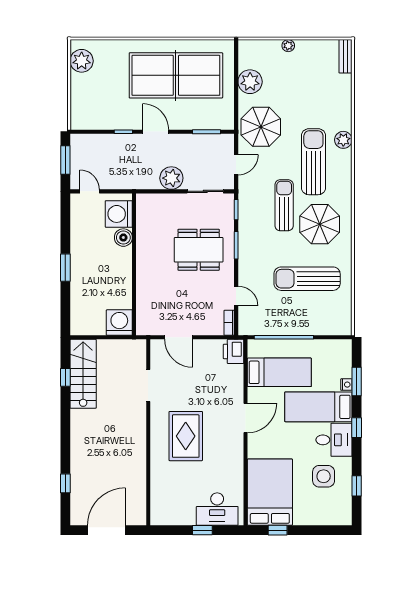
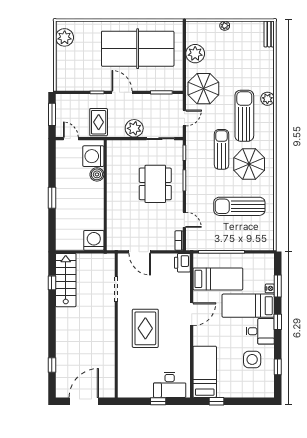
rug: (125, 170) -> (99, 122), added
dining table: (199, 250) -> (155, 184), turned 90
bed: (270, 492) -> (205, 372), width x0.67

